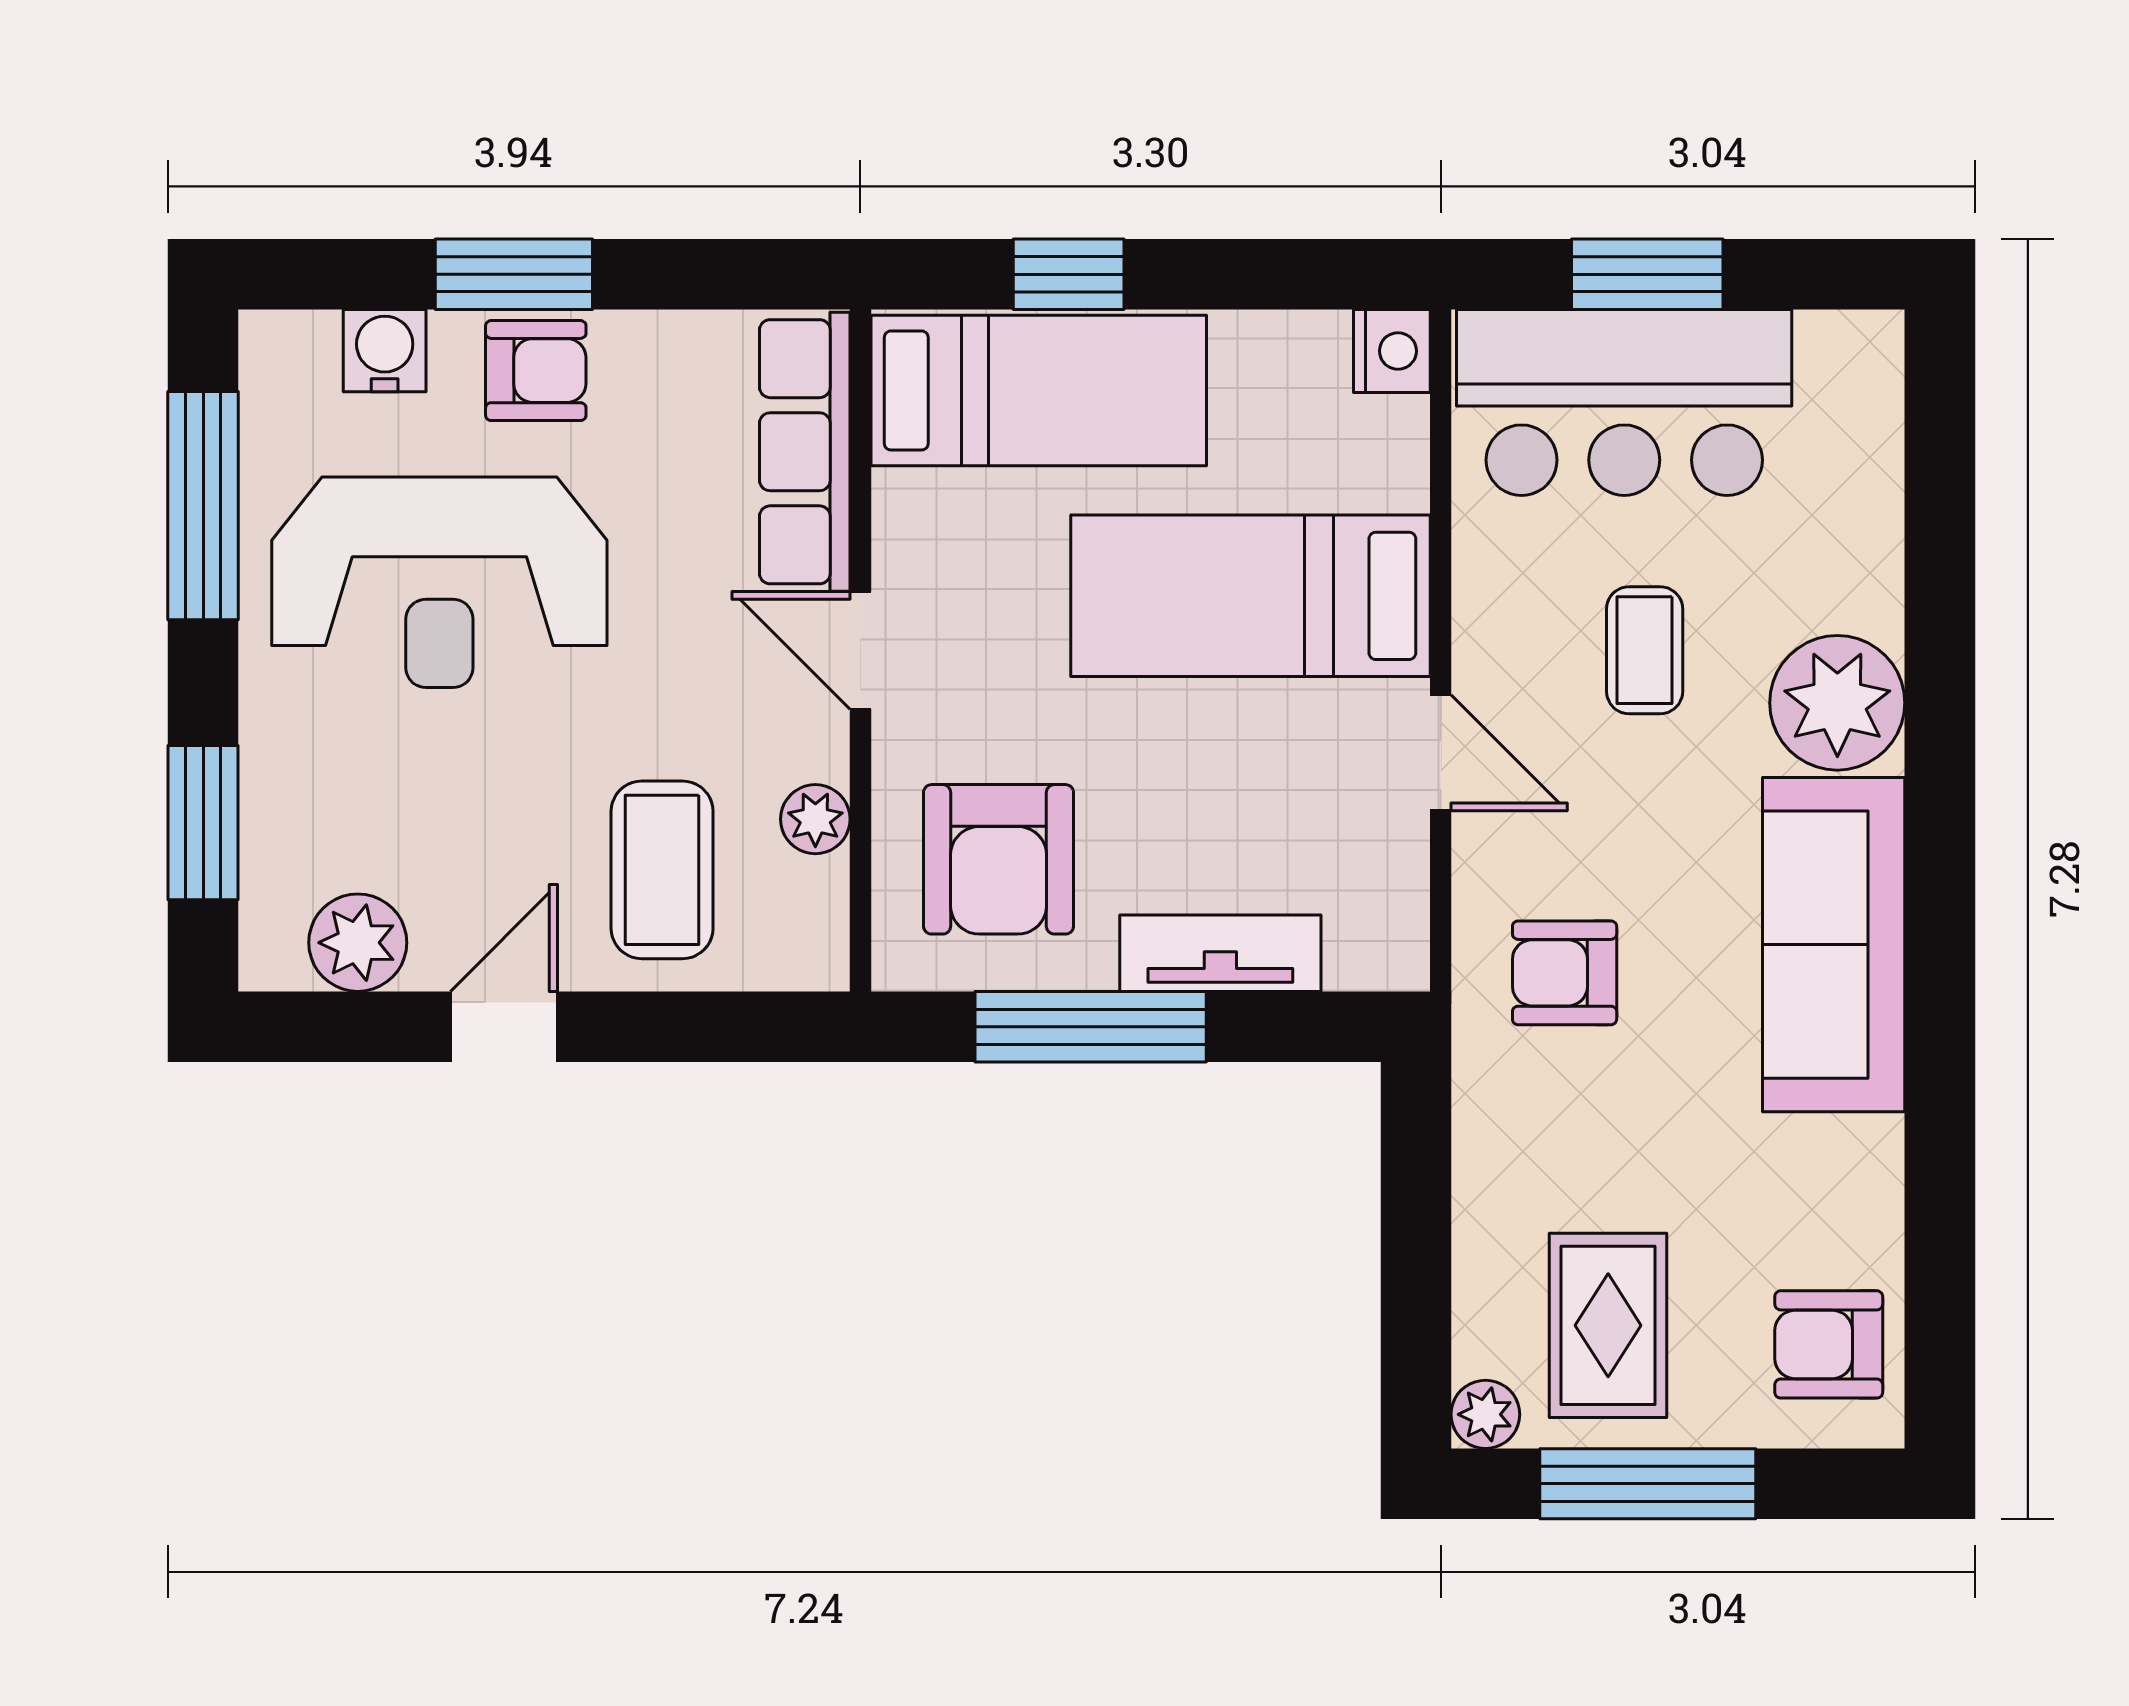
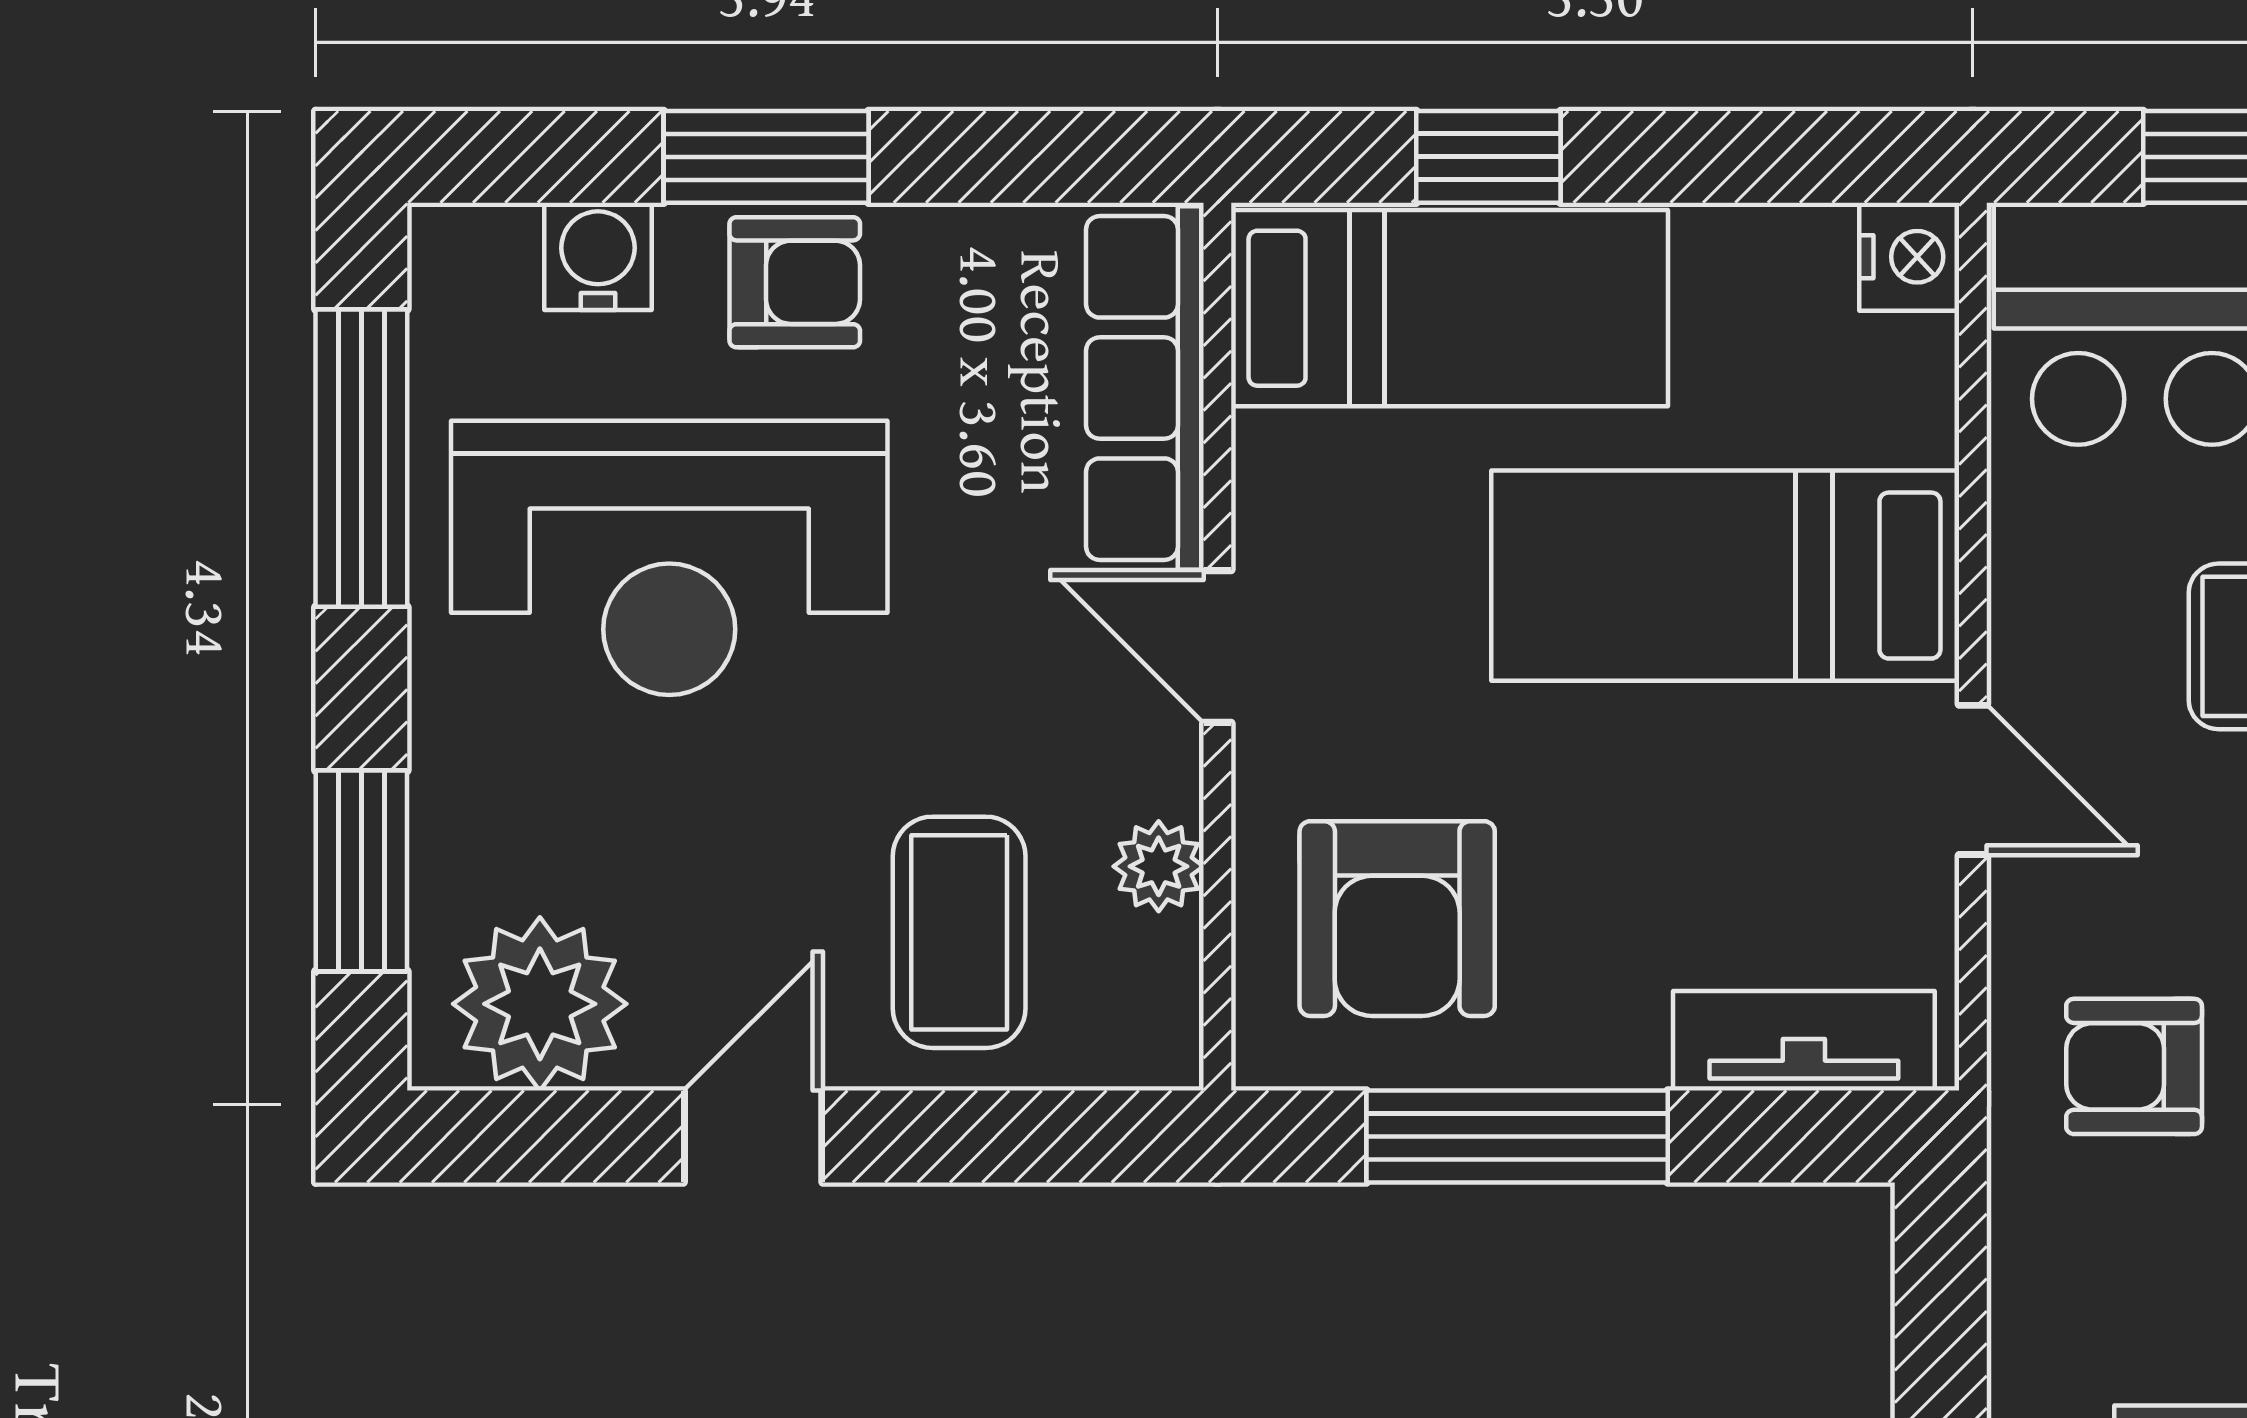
plant: (358, 943) -> (540, 1004), width x1.36, depth x1.36
tv unit: (1220, 953) -> (1804, 1041), moved

